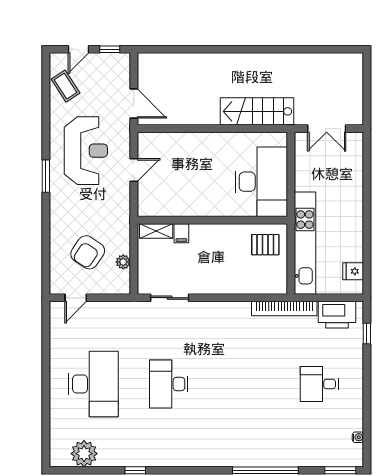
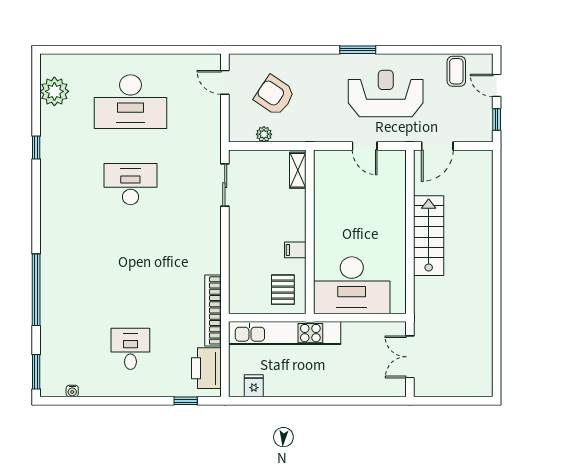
coffee table: (66, 86) -> (456, 71), turned -57
stairs: (257, 111) -> (429, 236), moved
reception desk: (86, 151) -> (386, 93), turned 180
filing cabinet: (181, 233) -> (295, 250), moved

